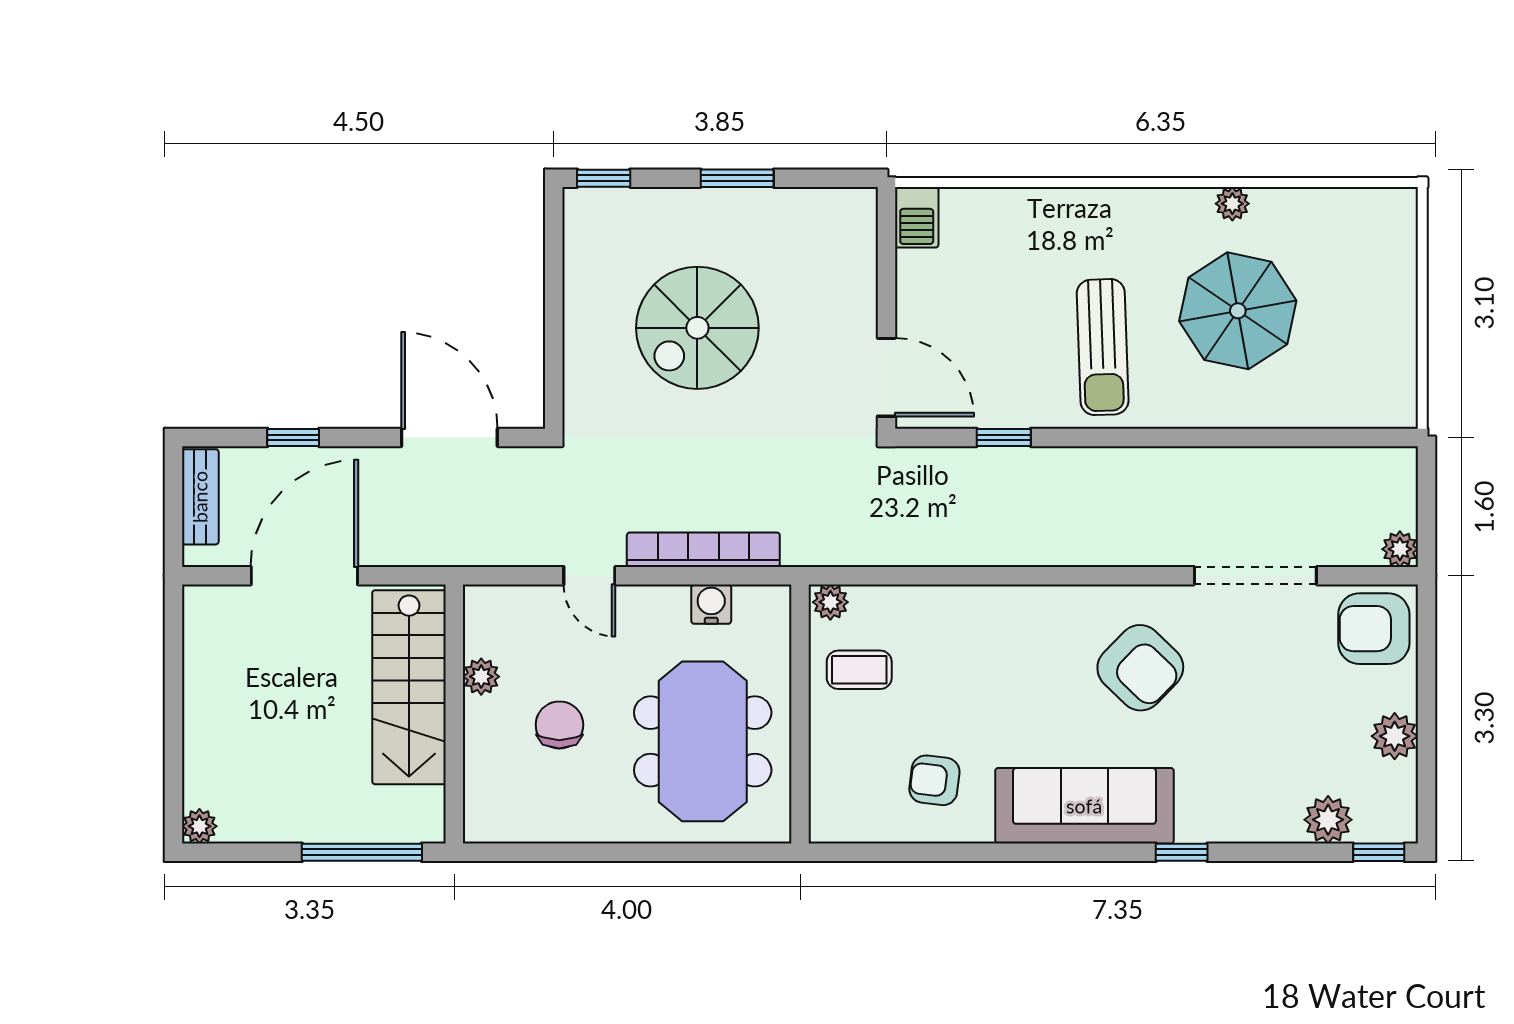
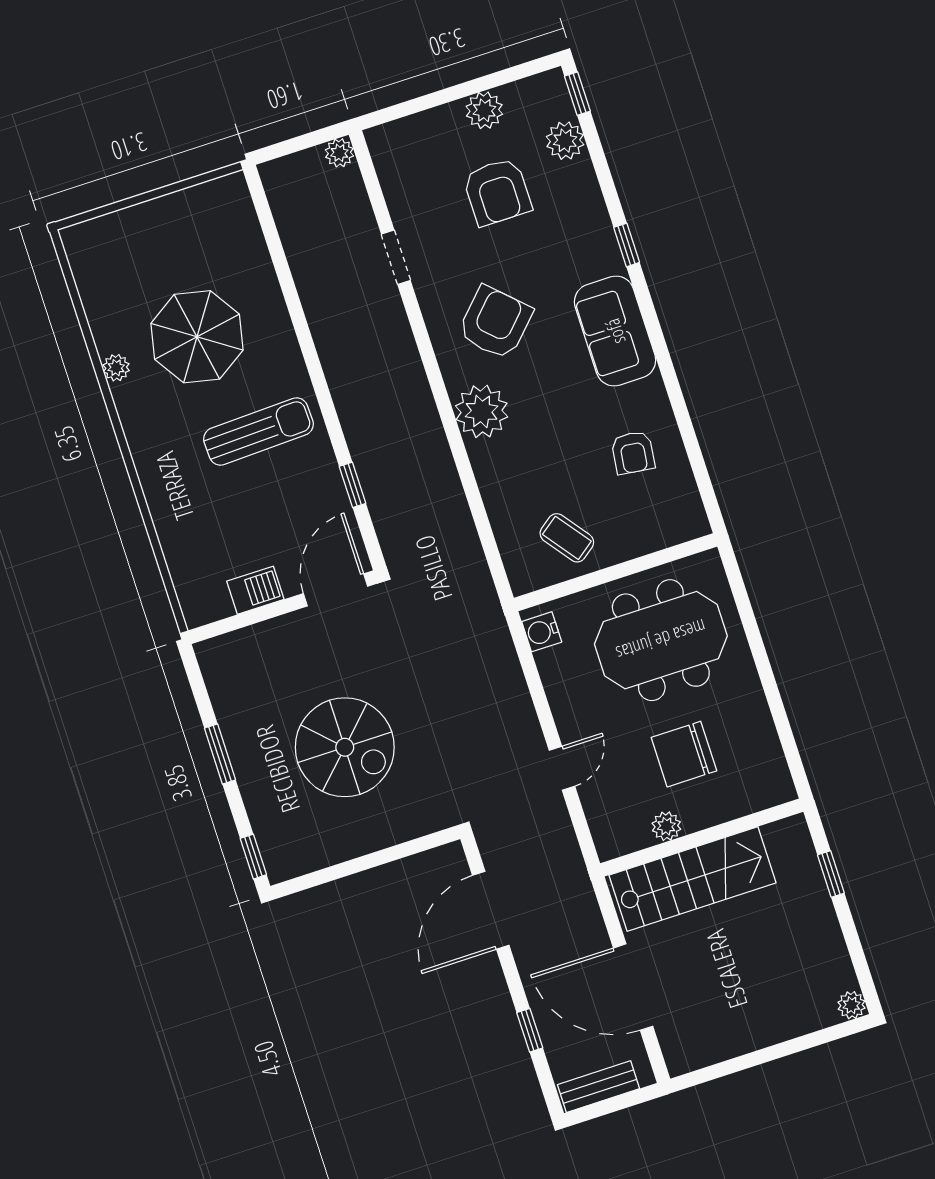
barbecue: (917, 217) -> (255, 590), moved
bookcase: (703, 550) -> (514, 687), removed
doorway: (1255, 576) -> (396, 257), width x0.53
plant: (830, 602) -> (482, 411), moved, width x1.88, depth x1.88
water cooler: (711, 604) -> (542, 632), moved
armchair: (1374, 629) -> (497, 192), moved
coffee table: (859, 670) -> (567, 538), turned -37
chair: (559, 725) -> (684, 754), width x1.37, depth x1.37
sofa: (1084, 806) -> (615, 331), width x0.73
window: (362, 852) -> (831, 874), width x0.46

